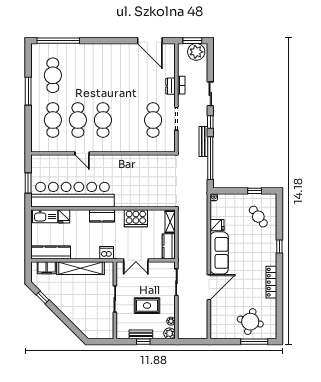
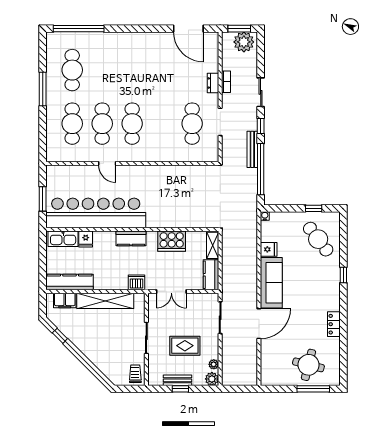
cafe table: (258, 217) -> (318, 239), width x1.37, depth x1.35
locker: (271, 282) -> (334, 324), width x0.66
trolley: (106, 329) -> (135, 374), added

